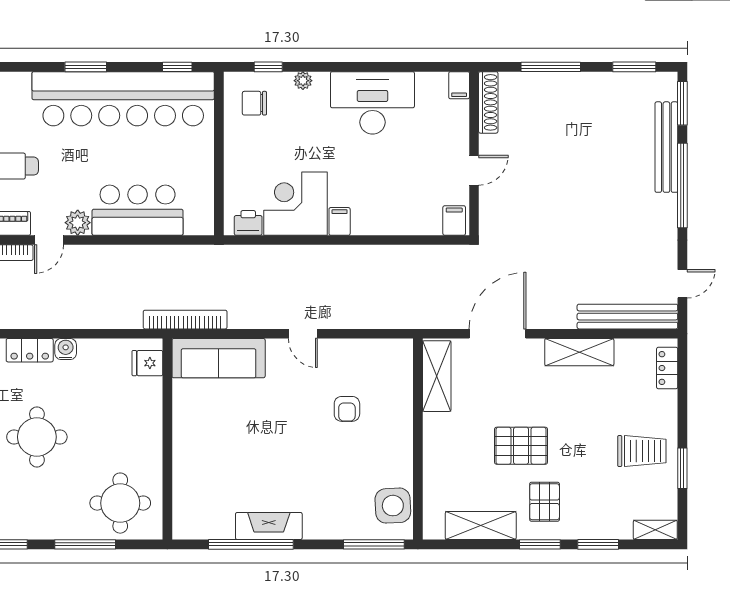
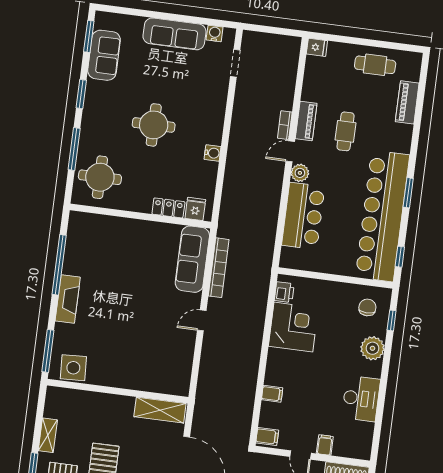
plant: (303, 81) -> (373, 348), width x1.87, depth x1.87
filing cabinet: (459, 85) -> (325, 445), moved, turned 90
desk: (372, 103) -> (361, 398), width x0.73, depth x0.77
filing cabinet: (340, 221) -> (272, 394), moved
door: (49, 240) -> (290, 151), hinge flipped
bookcase: (185, 320) -> (219, 268), moved
locker: (30, 350) -> (168, 208), moved, turned 90
armchair: (347, 409) -> (145, 344), removed
fireplace: (269, 526) -> (68, 299), moved
shelving: (481, 526) -> (48, 435), width x0.67, depth x0.75

